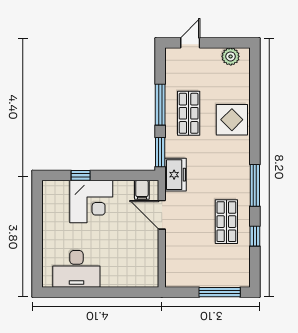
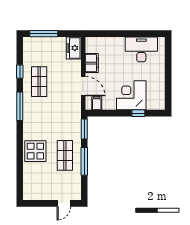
plant: (231, 56) -> (36, 194), removed
freezer: (176, 175) -> (74, 48), moved
filing cabinet: (149, 249) -> (92, 63), added

